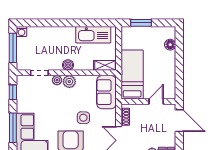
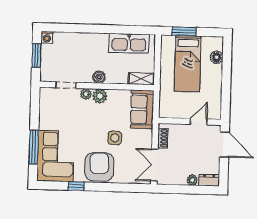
window: (13, 48) -> (36, 56), width x0.69
bed: (132, 74) -> (188, 64), moved, turned 180
window: (13, 92) -> (35, 106), removed

